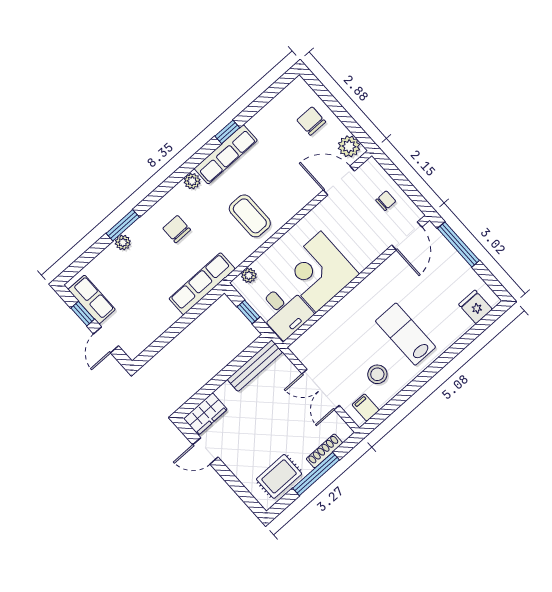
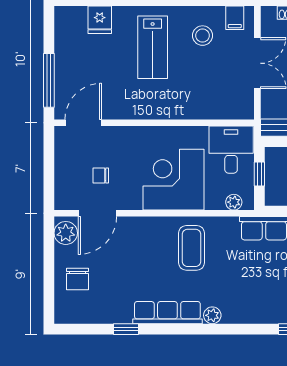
window: (227, 132) -> (126, 329), moved
door: (339, 181) -> (97, 213), hinge flipped
chair: (386, 201) -> (101, 175), moved
chair: (177, 229) -> (258, 289), removed
corner desk: (319, 272) -> (174, 180), moved, turned 180
fridge: (475, 307) -> (100, 20), moved

